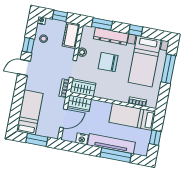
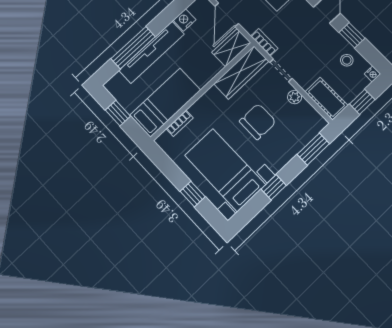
dresser: (111, 36) -> (289, 149), removed
window: (168, 69) -> (193, 194), width x0.46
wardrobe: (83, 88) -> (241, 73), width x1.50

